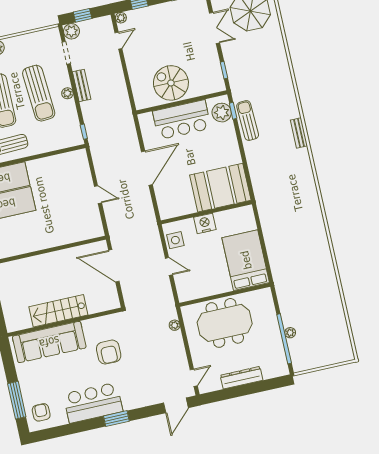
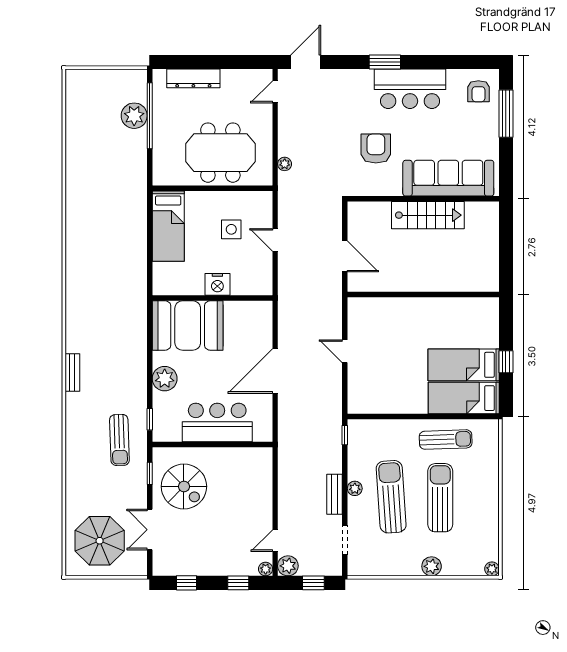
plant: (71, 31) -> (288, 566), moved
spiral stairs: (171, 83) -> (184, 486), moved
plant: (222, 113) -> (165, 379), moved
sun lounger: (248, 121) -> (119, 440), moved
side table: (175, 240) -> (231, 229), moved
bed: (246, 260) -> (168, 226), width x0.67
door: (114, 266) -> (345, 256), width x0.73
plant: (290, 333) -> (134, 116), width x1.87, depth x1.87
dresser: (242, 378) -> (193, 78), moved

